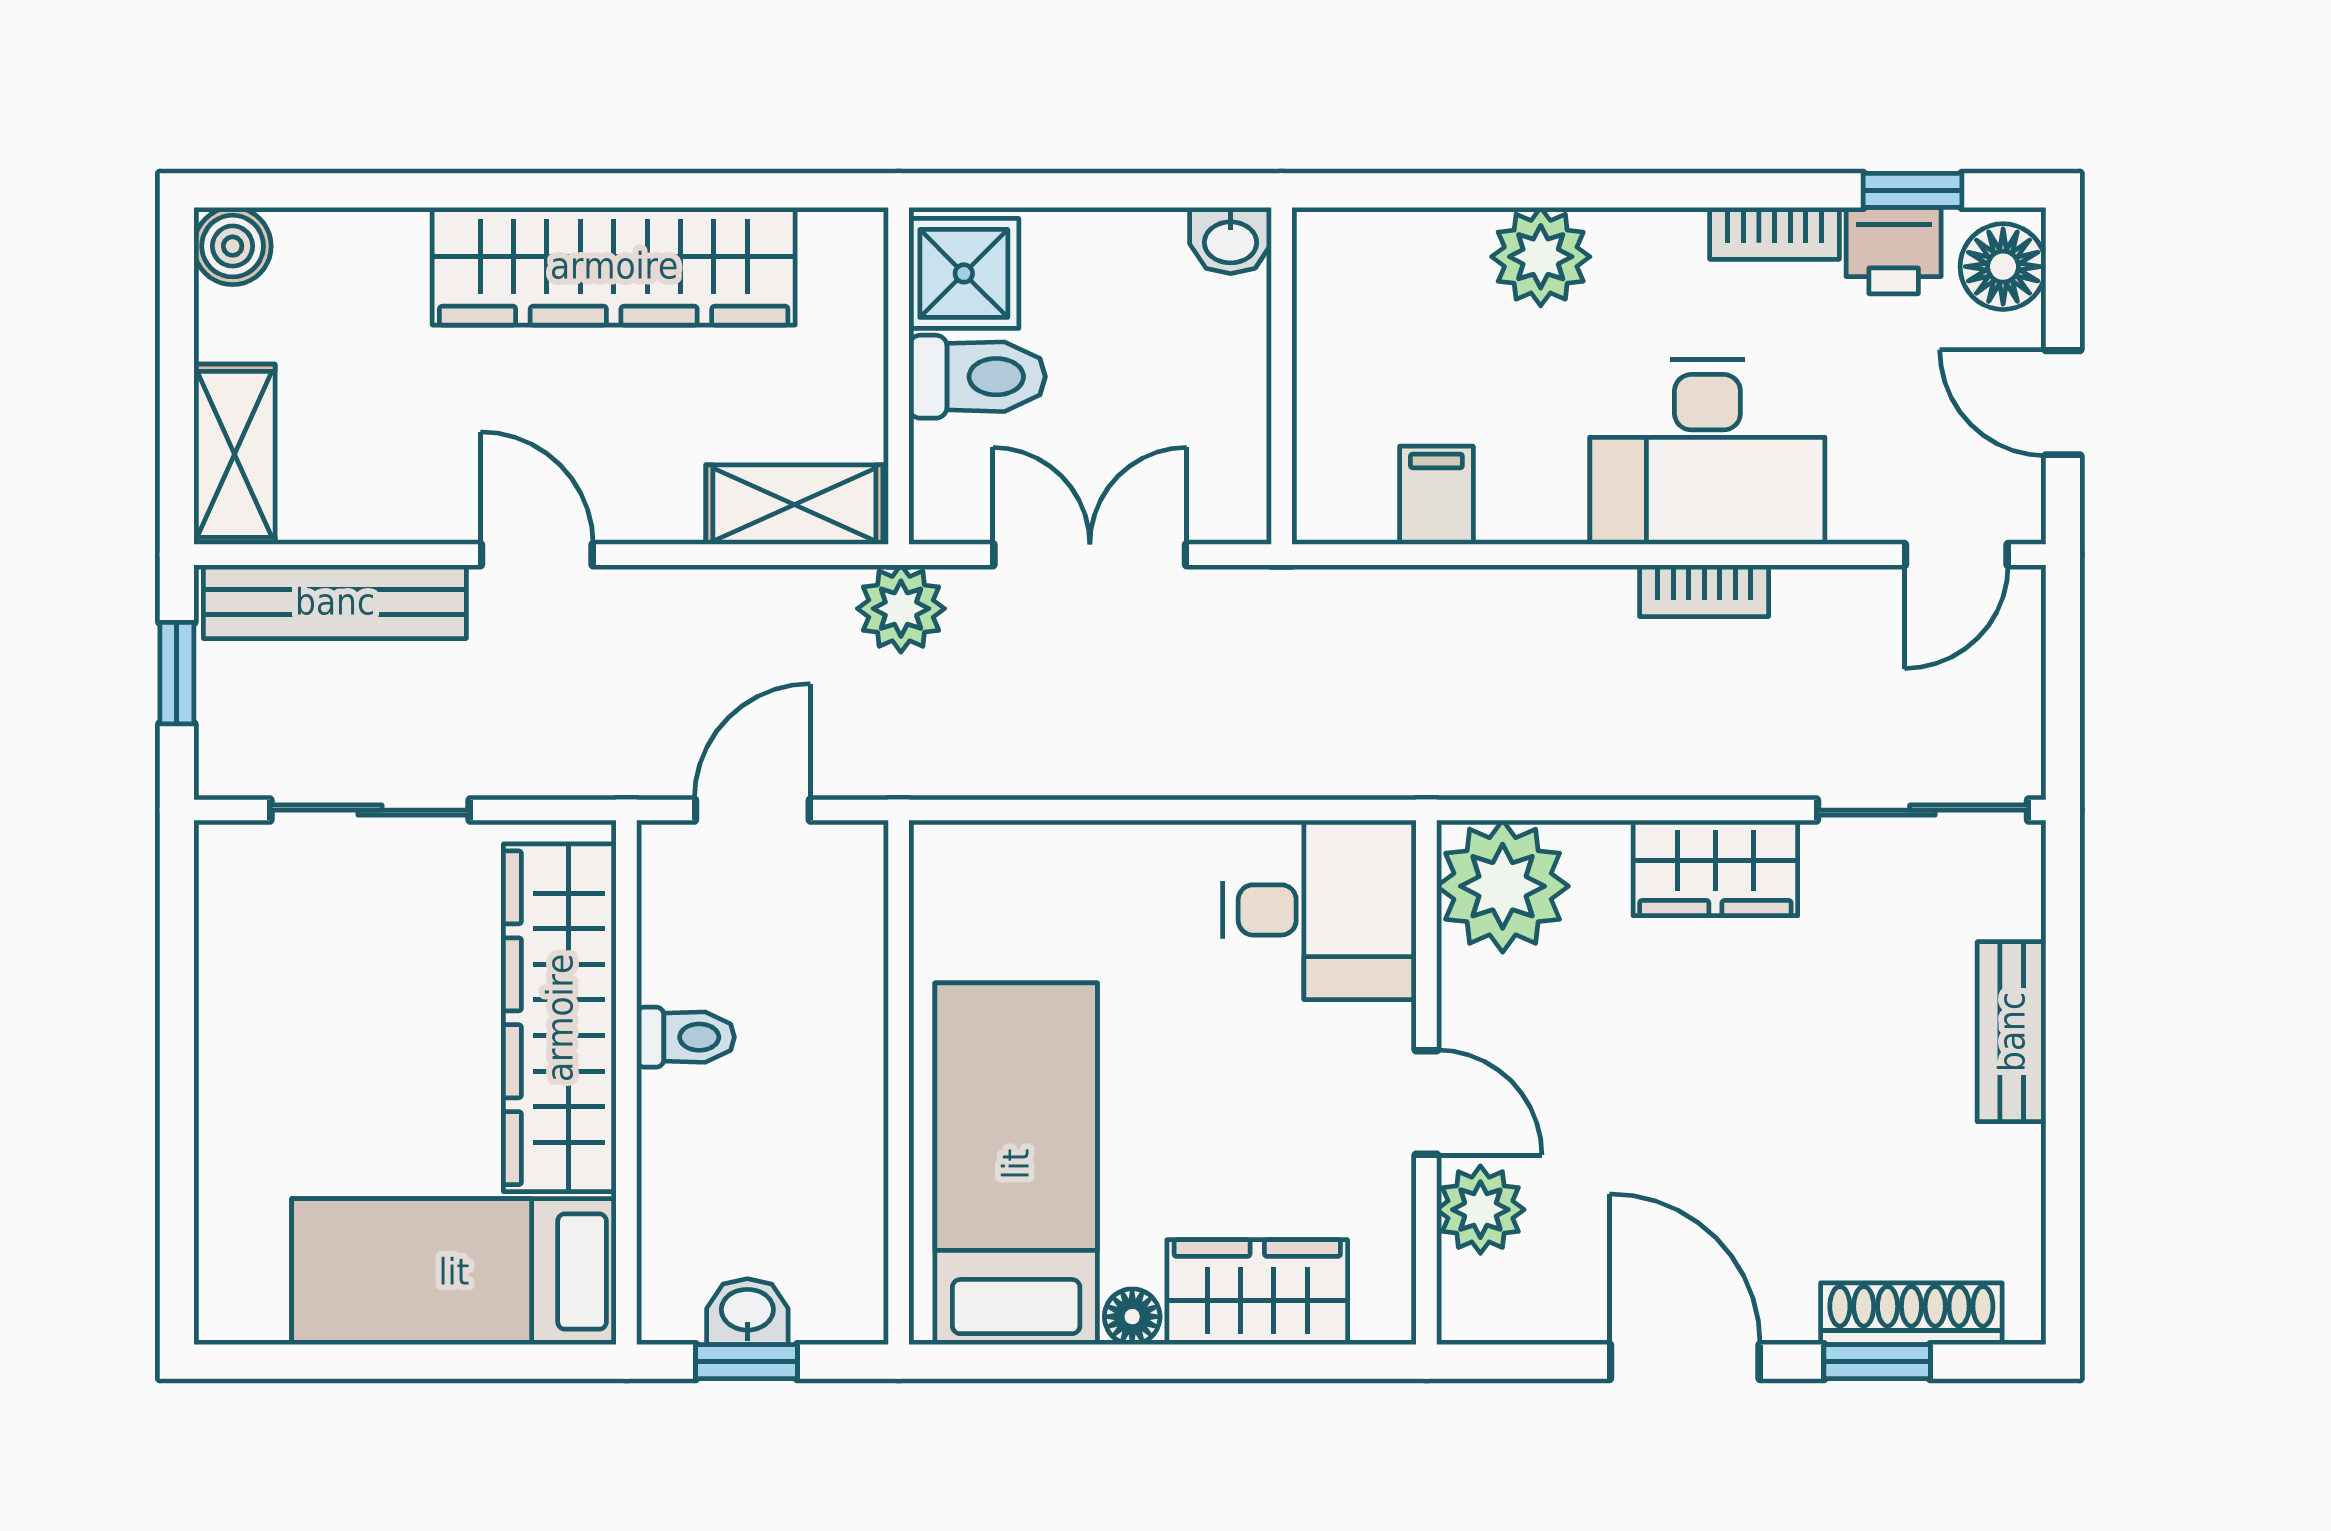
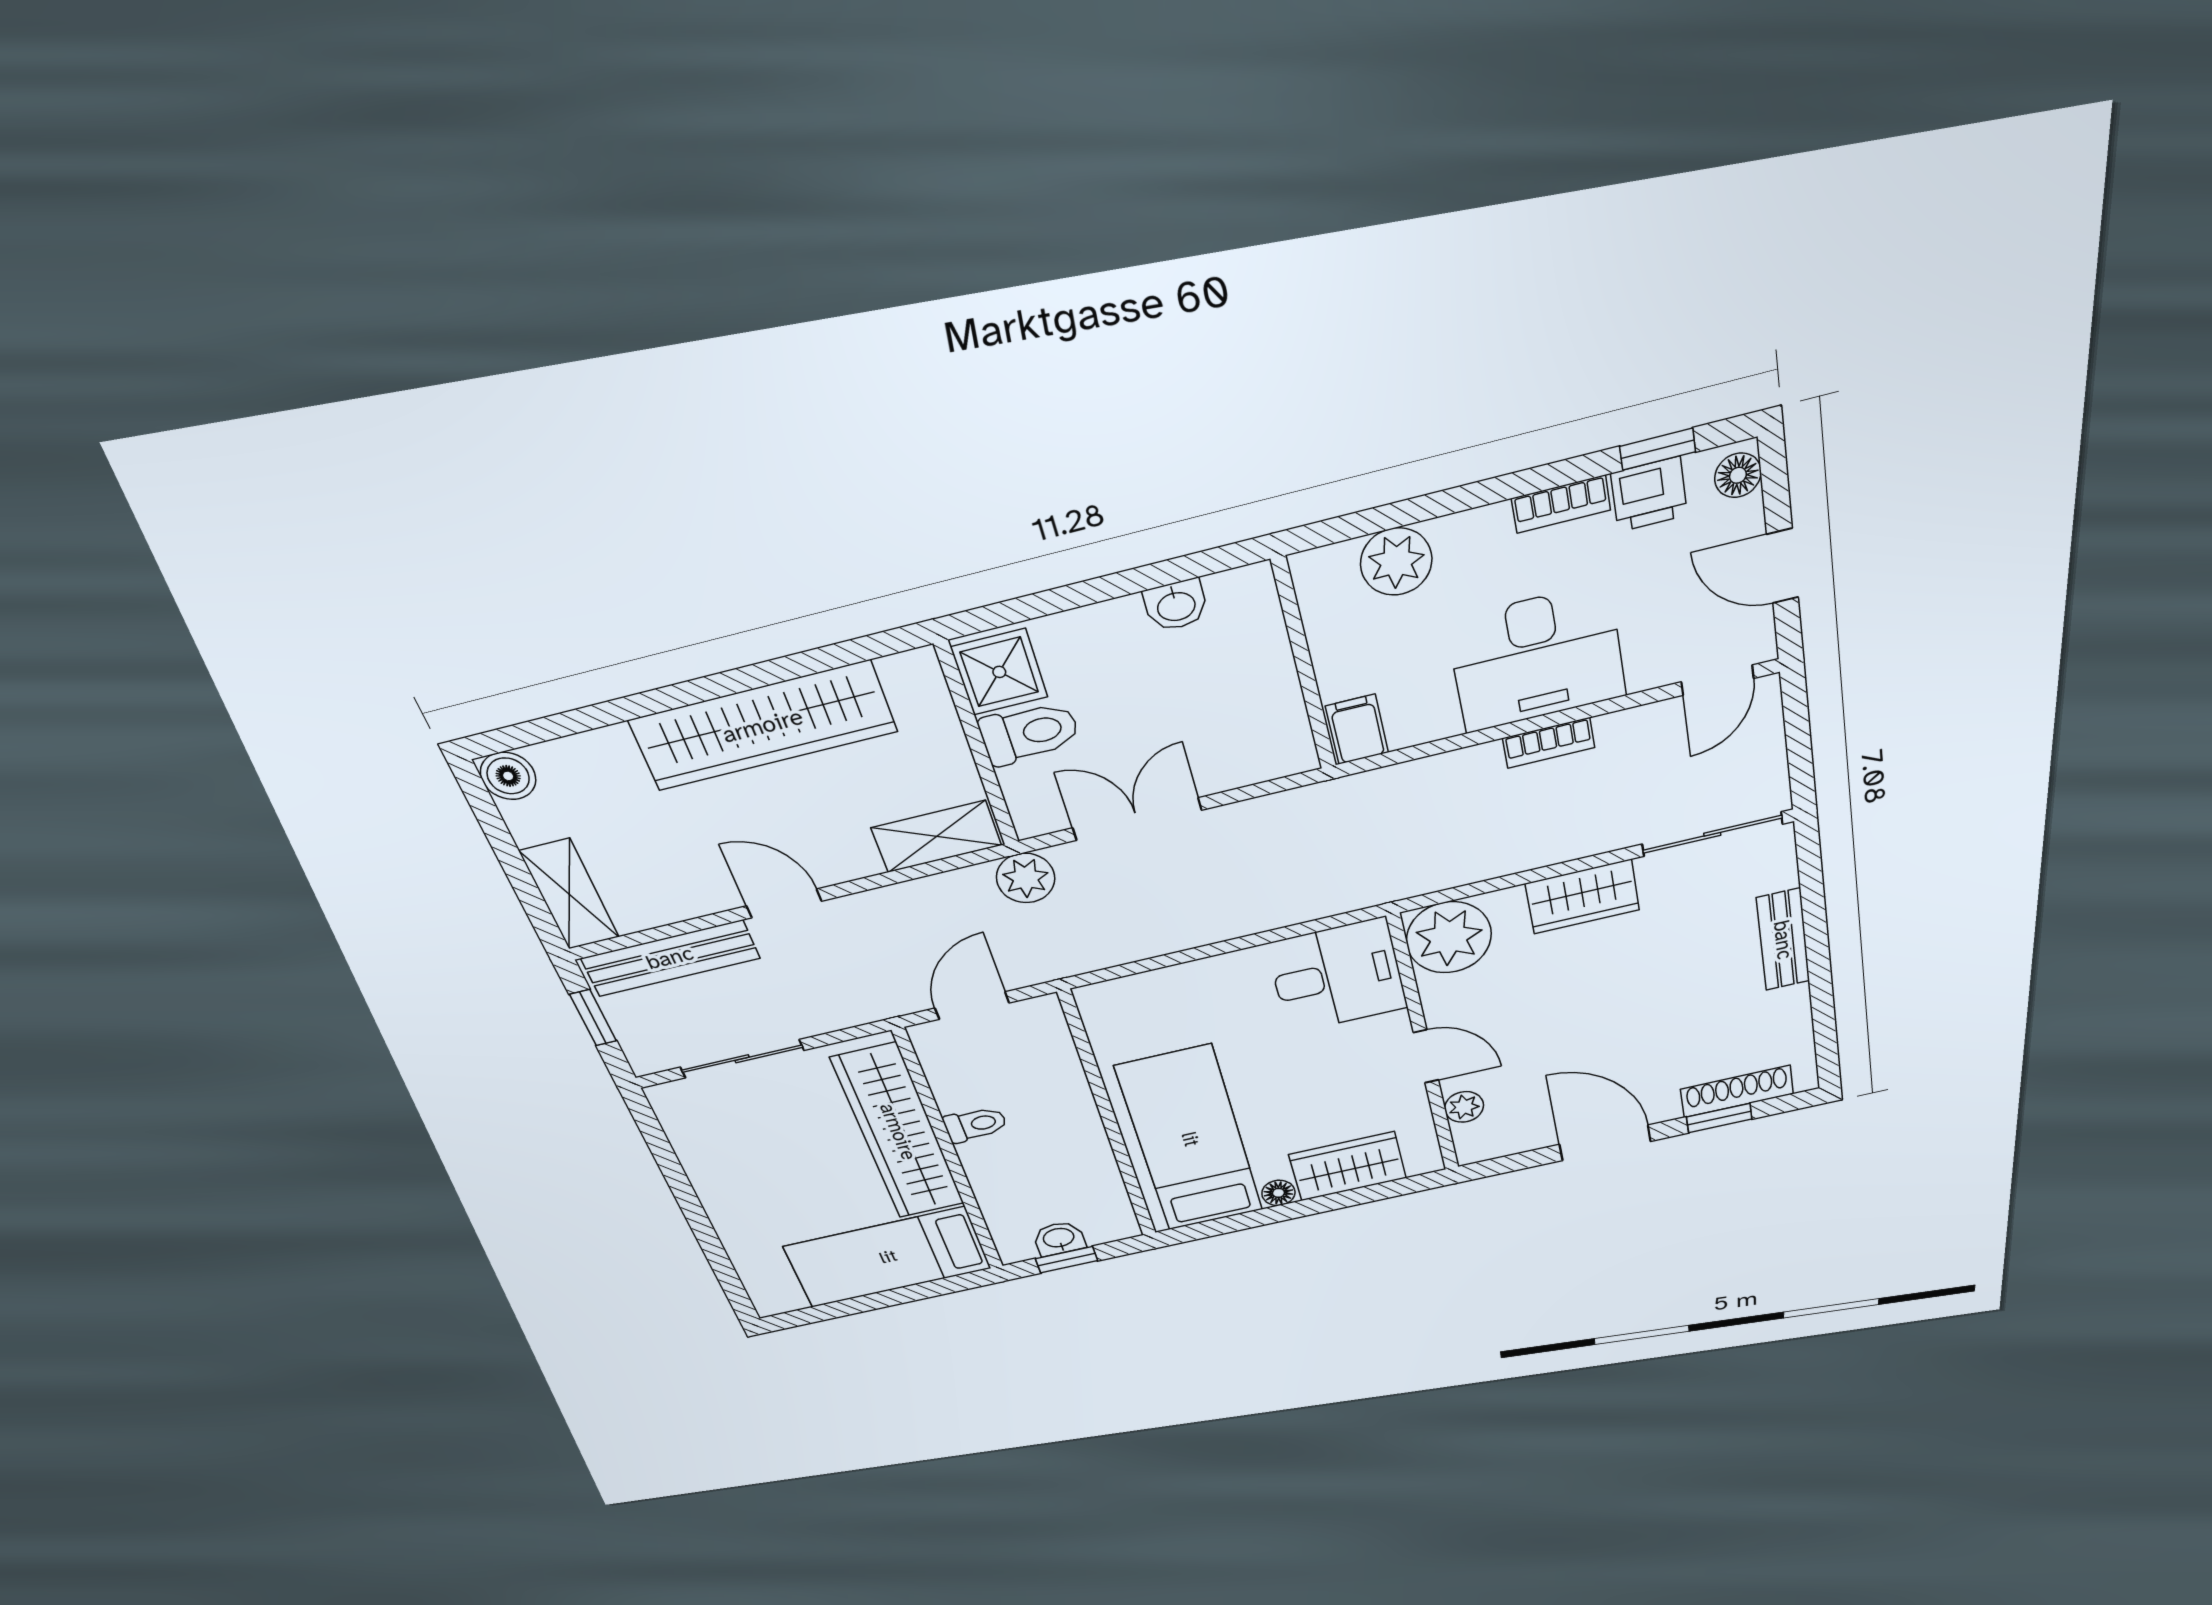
floor lamp: (2003, 267) -> (1738, 475), width x0.73, depth x0.73
wall: (1282, 376) -> (1304, 665), moved
plant: (1480, 1210) -> (1464, 1107), width x0.73, depth x0.73

